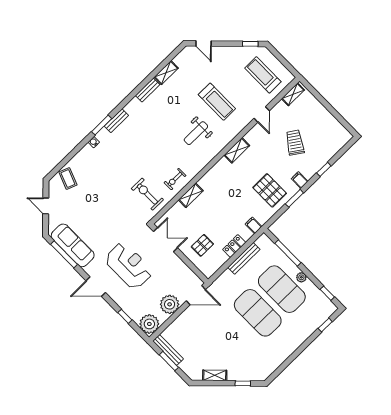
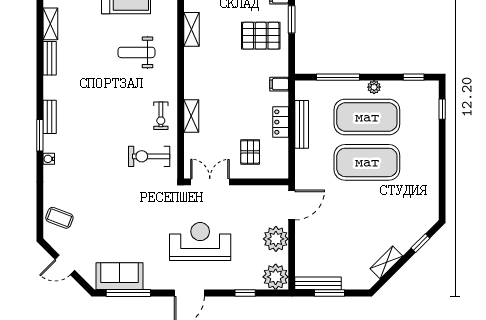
weight bench: (196, 133) -> (136, 52), turned 90
sofa: (73, 245) -> (120, 276), width x0.73

